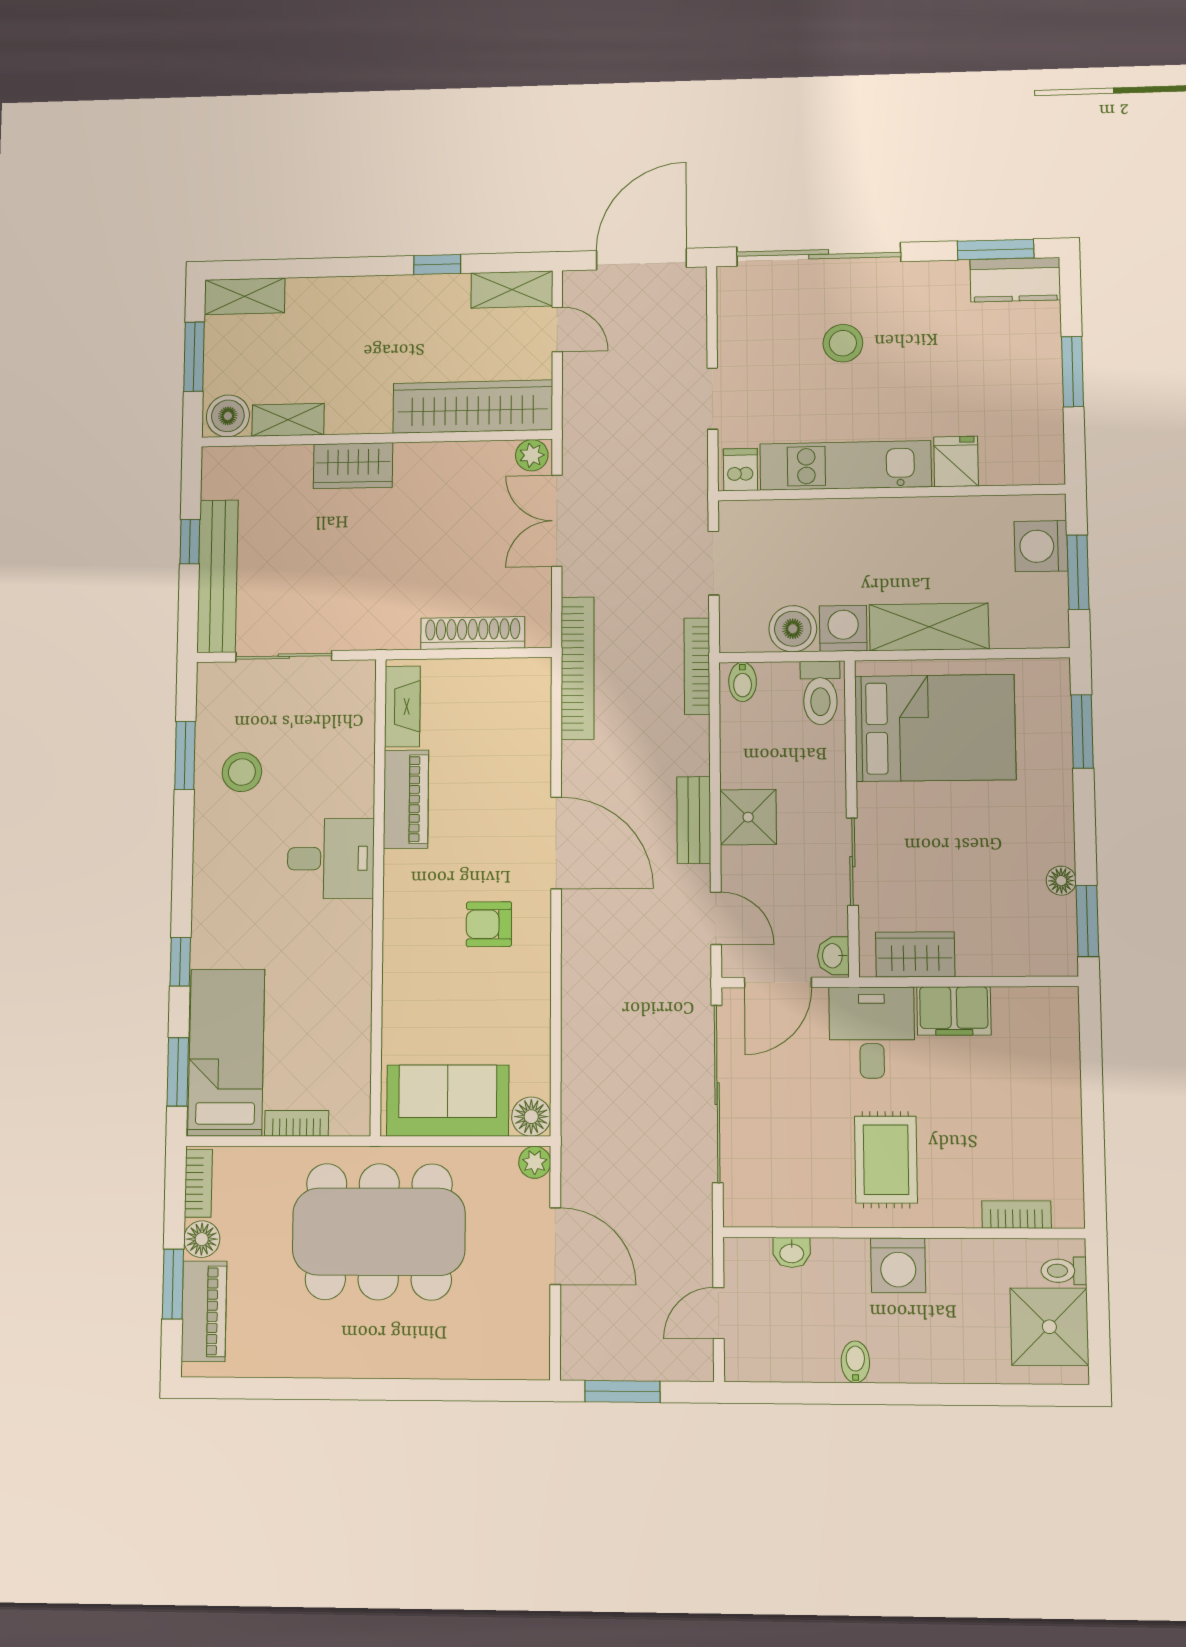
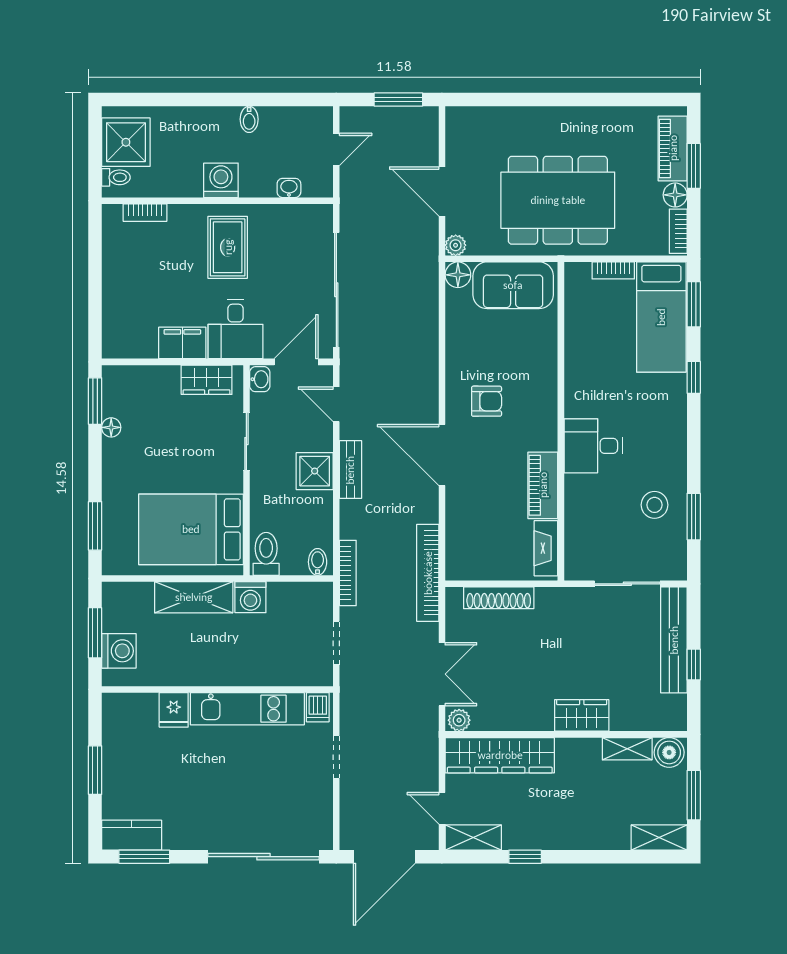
stool: (843, 343) -> (248, 794), removed
boiler: (793, 629) -> (284, 597), removed

